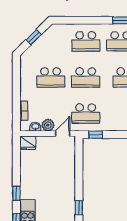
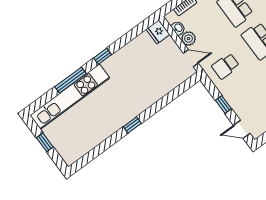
school desk: (86, 114) -> (226, 66), width x0.54
window: (95, 135) -> (223, 105), moved

